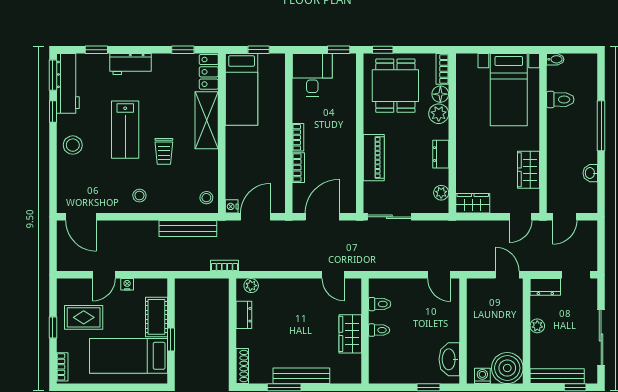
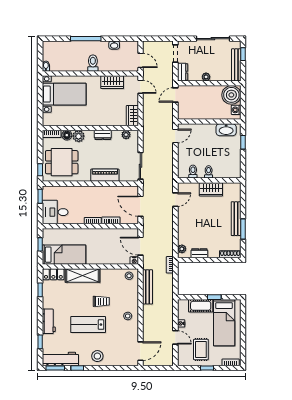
toilet: (560, 100) -> (93, 63), moved
lab bench: (125, 130) -> (88, 325), turned 180

